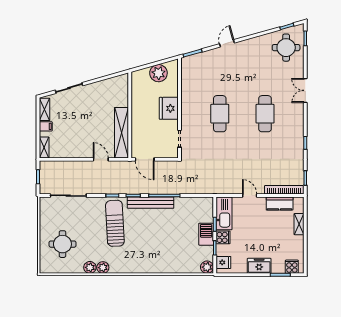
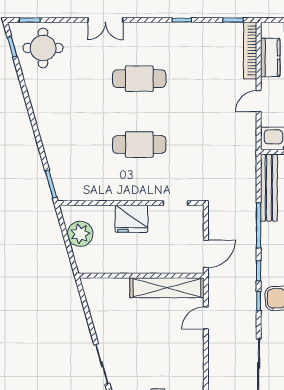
door: (227, 43) -> (37, 134), removed
bench: (151, 203) -> (269, 188), moved

